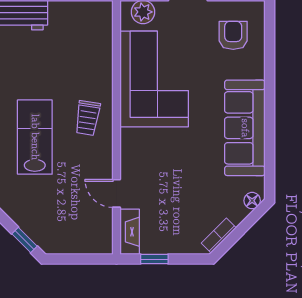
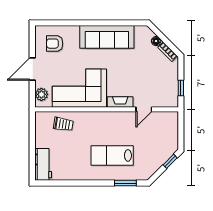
trolley: (88, 118) -> (63, 124), moved
floor lamp: (252, 201) -> (156, 41), moved
fireplace: (130, 232) -> (120, 102), moved

